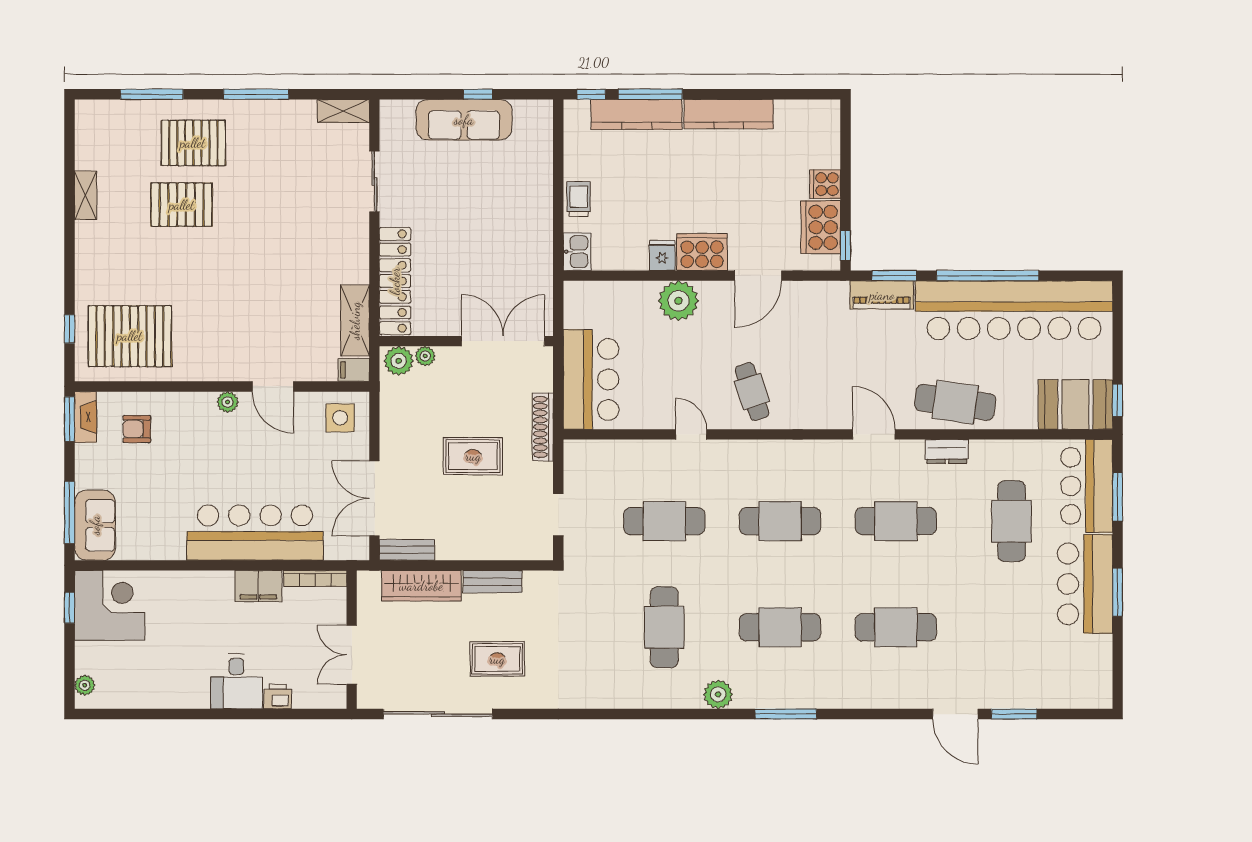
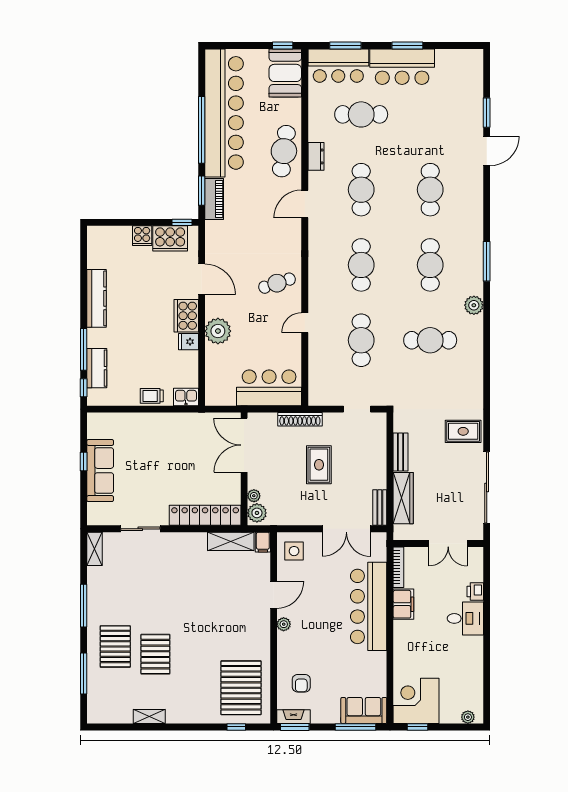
kitchen counter: (637, 114) -> (97, 368), width x0.67
rug: (497, 659) -> (463, 431), moved, turned 90

